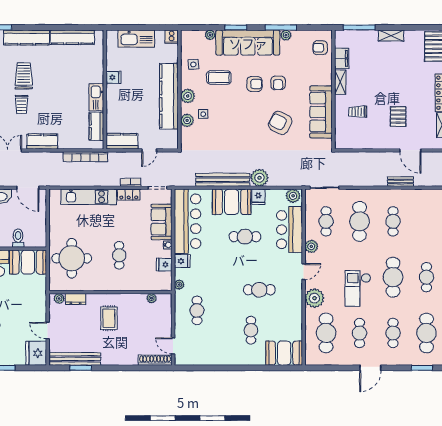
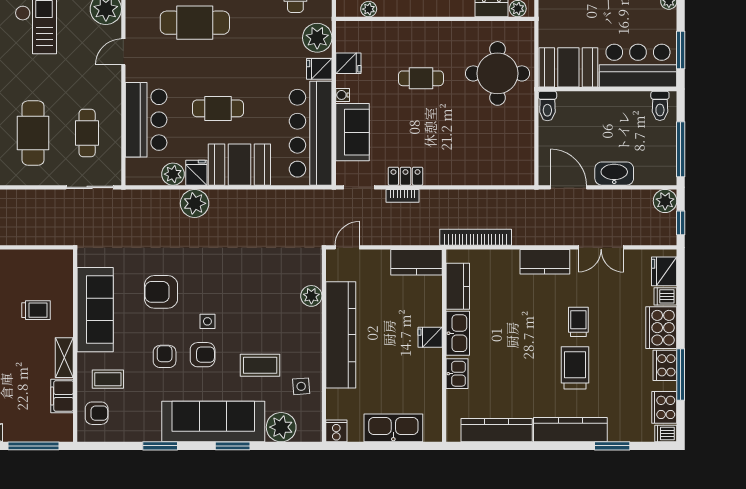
window: (281, 27) -> (160, 446), width x0.69
plant: (210, 35) -> (281, 427), width x1.87, depth x1.87
plant: (286, 35) -> (152, 434), removed
coffee table: (313, 69) -> (108, 379), added
kitchen sink: (97, 72) -> (457, 374), added
trolley: (24, 76) -> (575, 368), turned 180
fridge: (113, 77) -> (430, 337), moved
armchair: (254, 84) -> (203, 355), turned 180
plant: (188, 96) -> (310, 335), removed
side table: (203, 114) -> (207, 321), moved
armchair: (280, 123) -> (161, 292), turned 153
door: (149, 150) -> (347, 247), moved
bench: (223, 180) -> (254, 200), removed
plant: (293, 196) -> (173, 174), moved
kitchen unit: (89, 197) -> (470, 173), removed
toilet: (18, 238) -> (547, 106), moved
plant: (311, 246) -> (111, 93), removed
cafe table: (119, 255) -> (421, 78), turned 90
plant: (179, 285) -> (317, 38), width x1.87, depth x1.87
cafe table: (259, 290) -> (195, 23), width x1.37, depth x1.35

